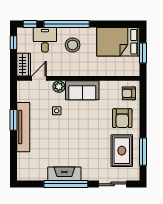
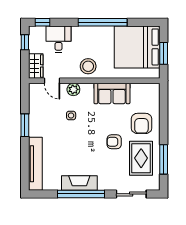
window: (67, 24) -> (103, 22), moved
bed: (118, 42) -> (137, 47), width x1.36
stool: (73, 45) -> (88, 66), moved
door: (39, 78) -> (52, 81), swing flipped
sofa: (82, 90) -> (112, 93), moved
armchair: (129, 93) -> (114, 142), moved
tv unit: (23, 127) -> (35, 164), moved

